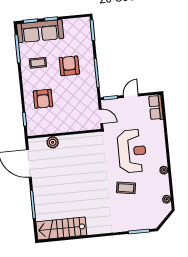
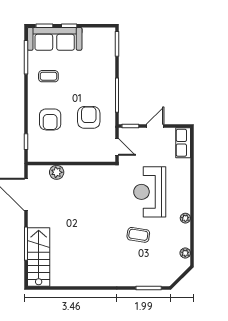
armchair: (69, 66) -> (89, 117), moved
reception desk: (132, 151) -> (150, 192), turned 180
stairs: (61, 228) -> (39, 257), moved, turned 90

